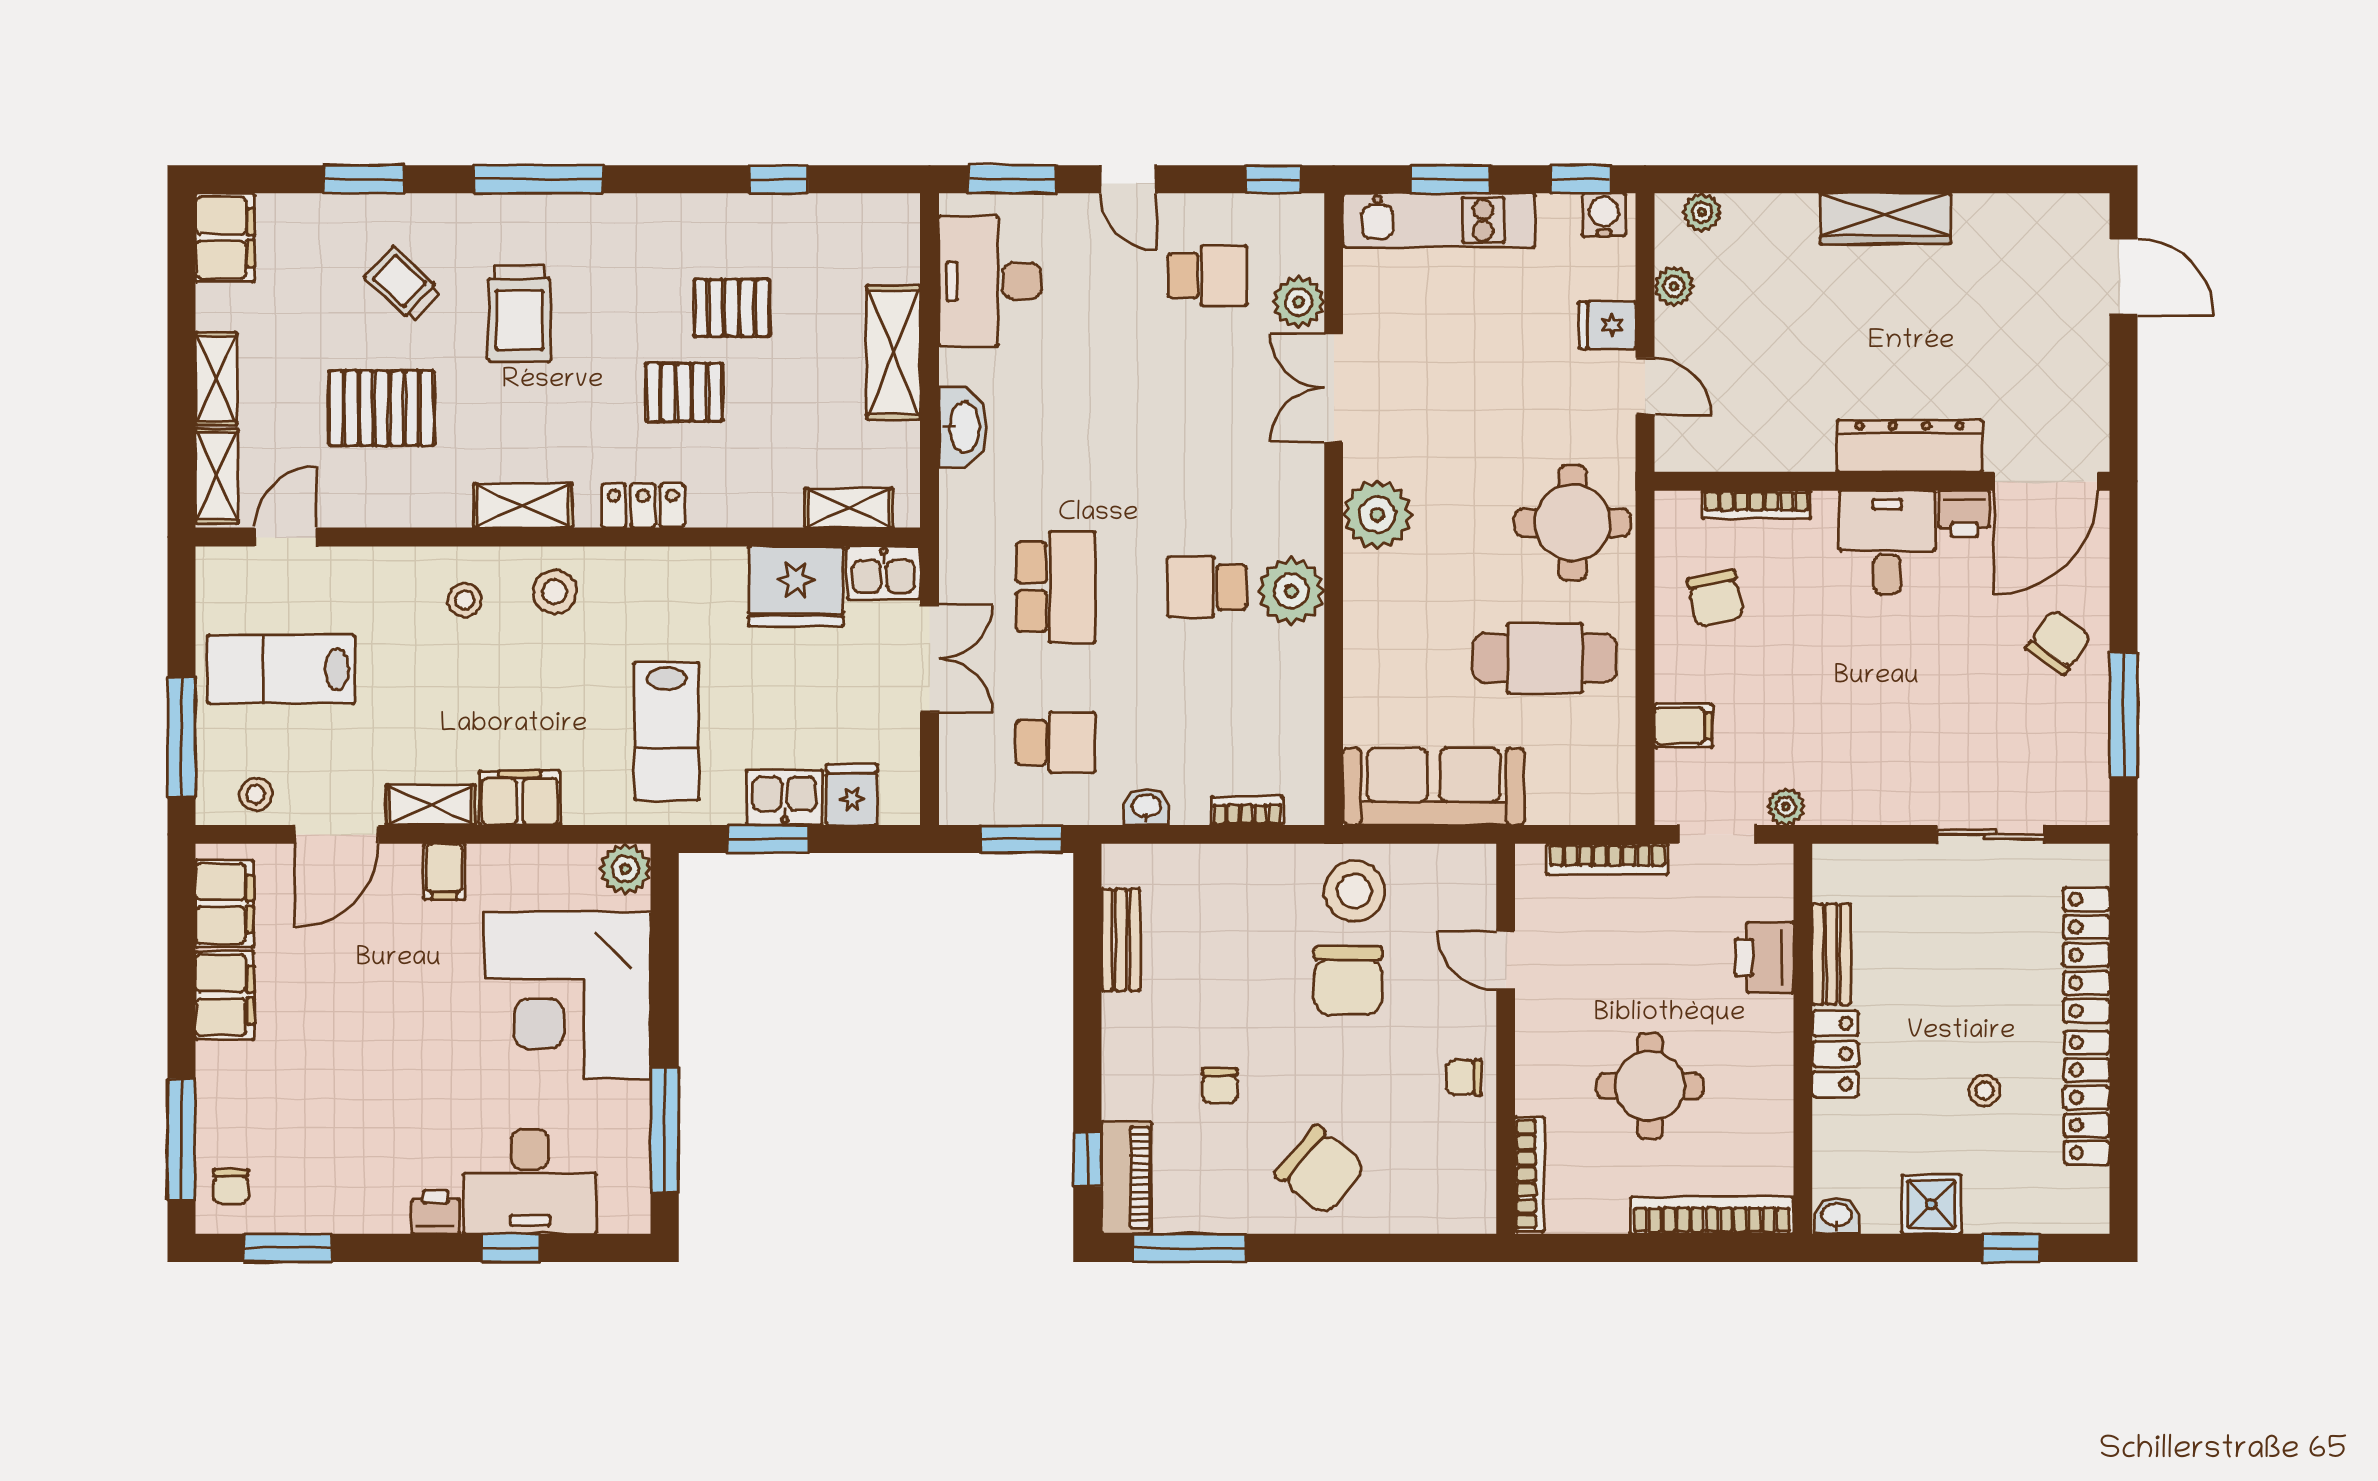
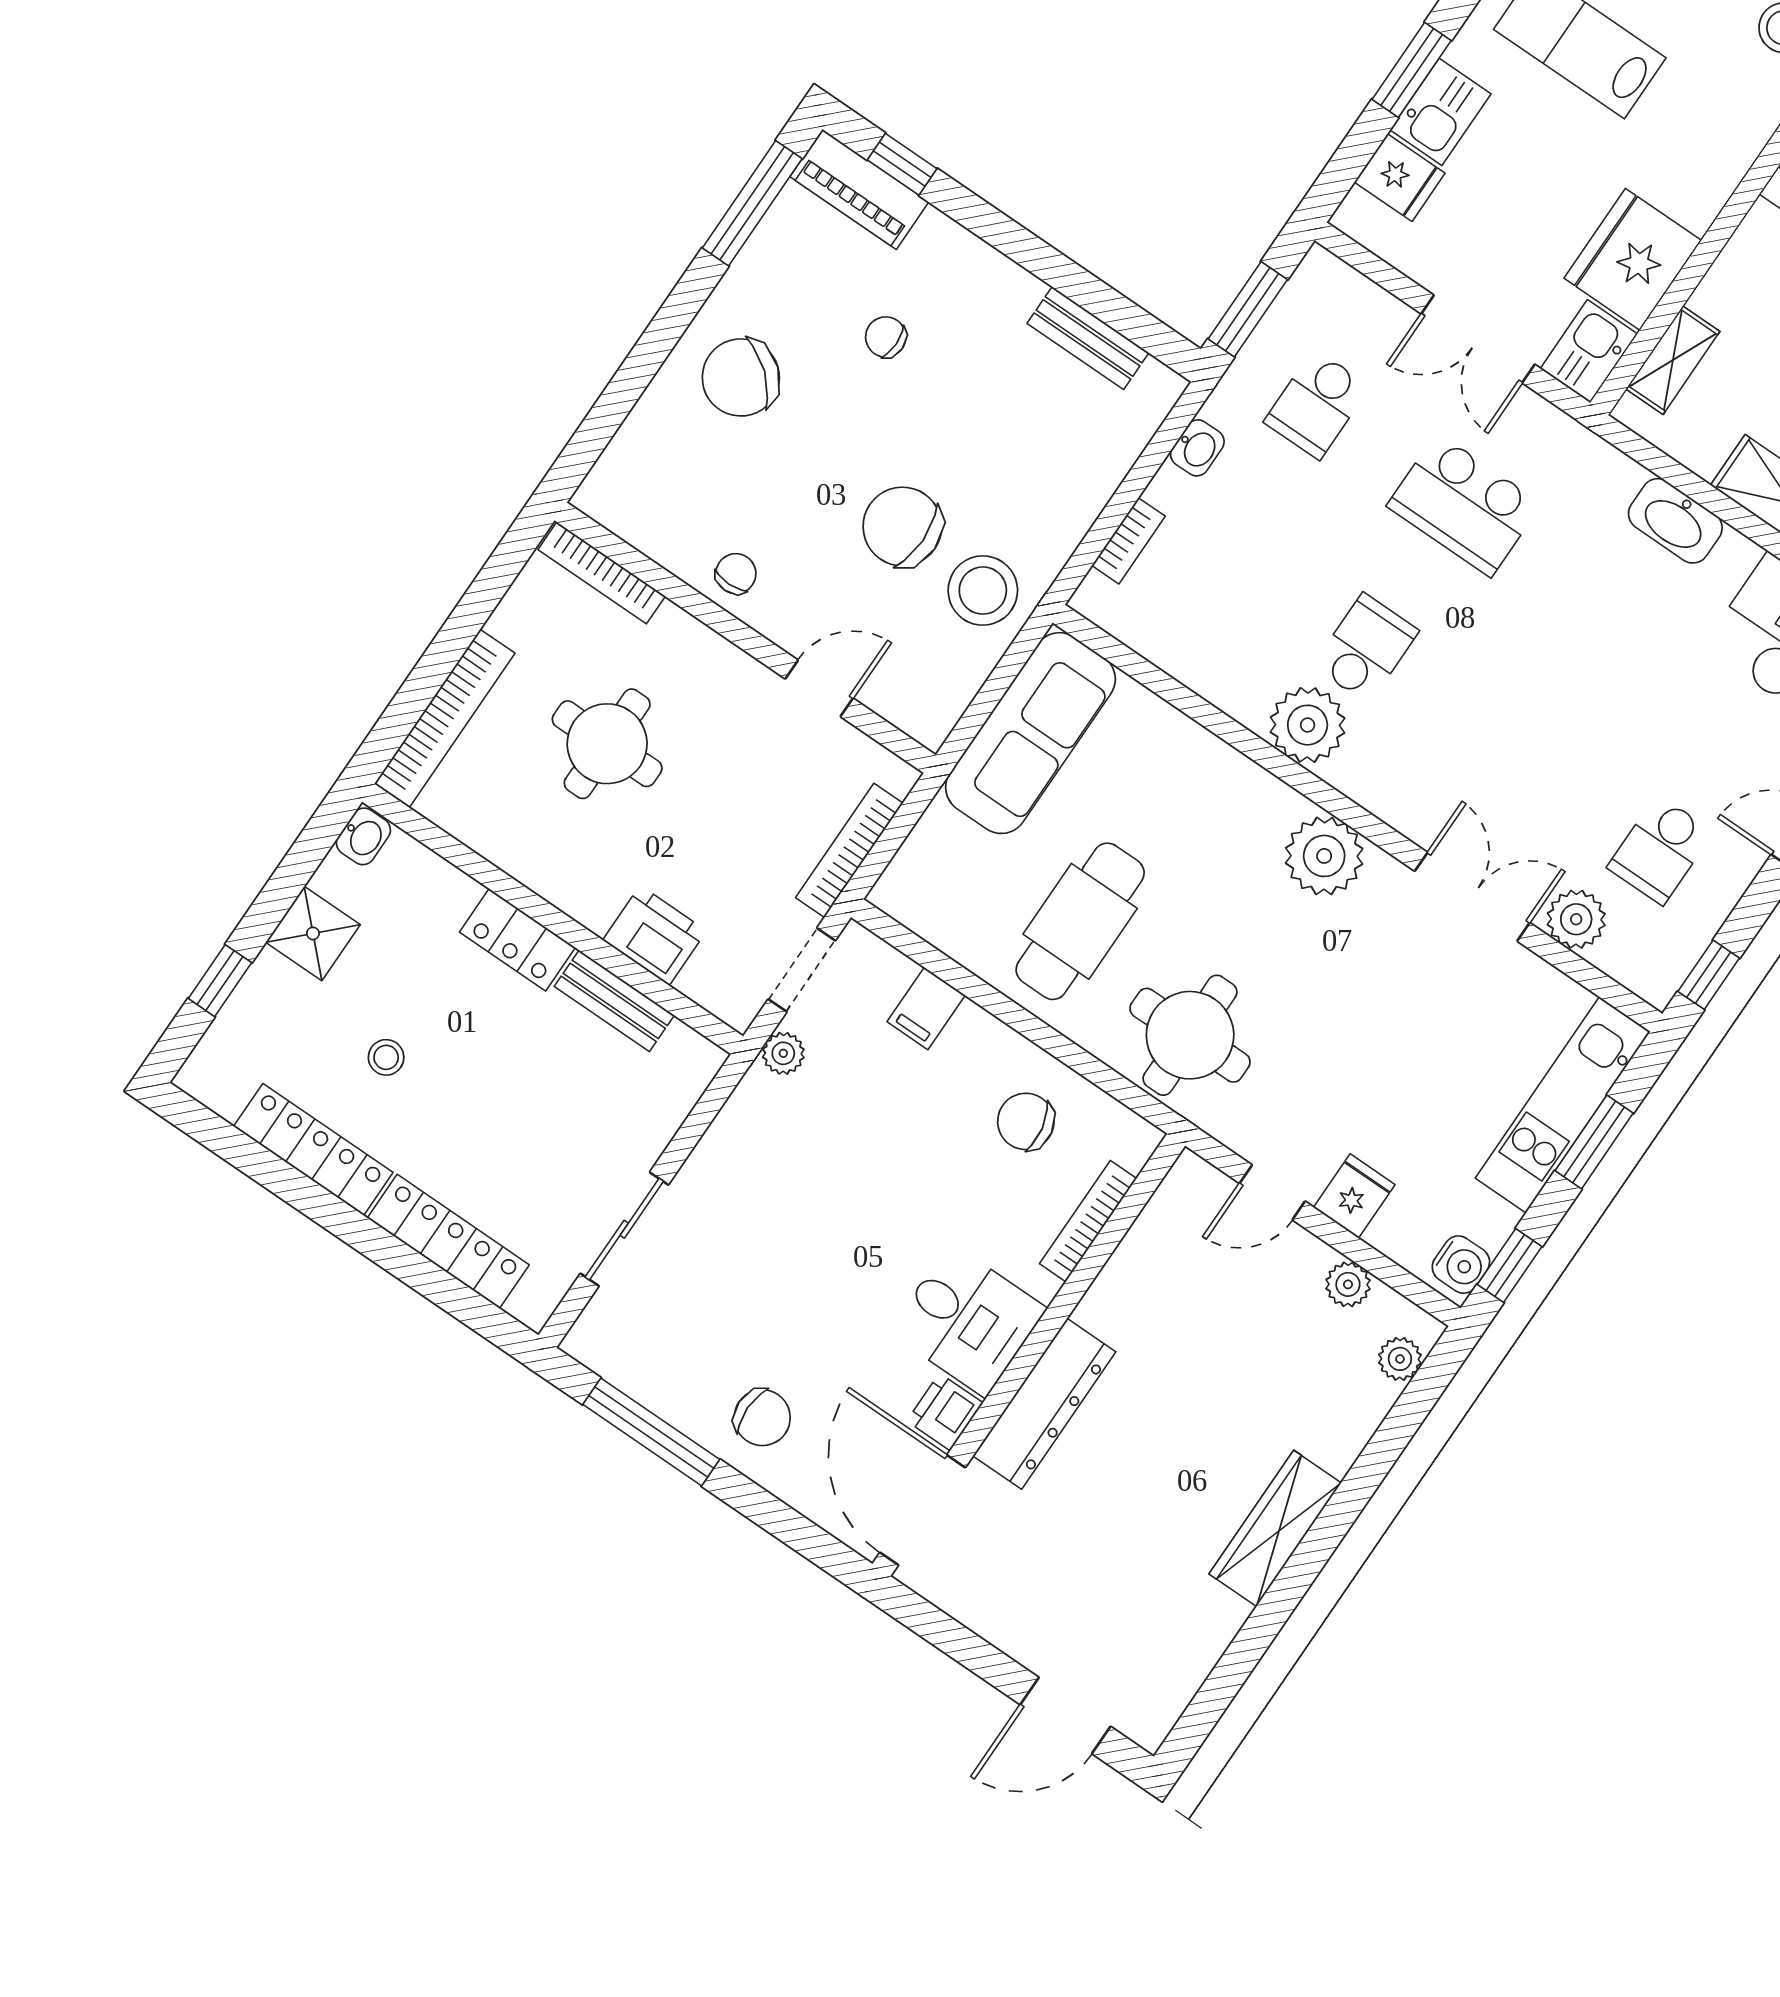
chair: (2058, 642) -> (762, 1418), turned -35

